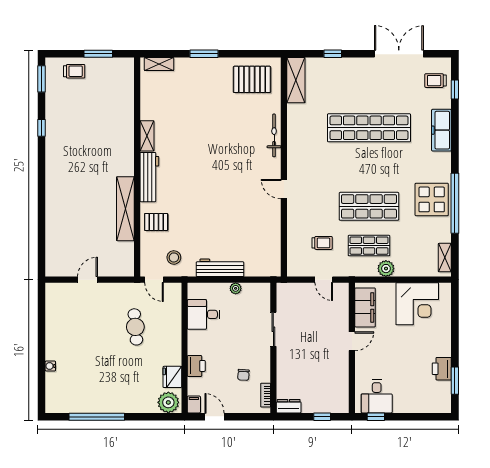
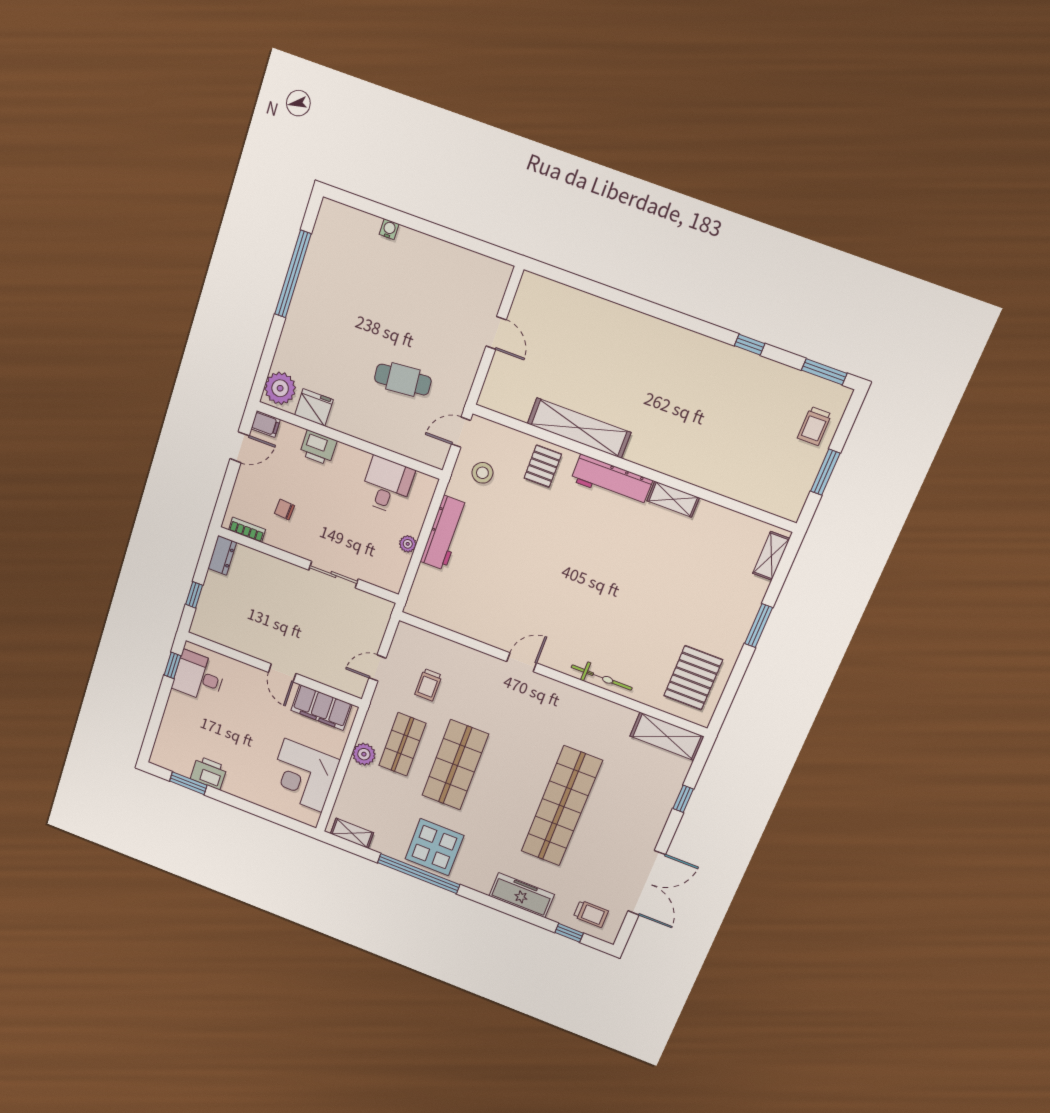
trolley: (436, 81) -> (591, 914), turned 90

